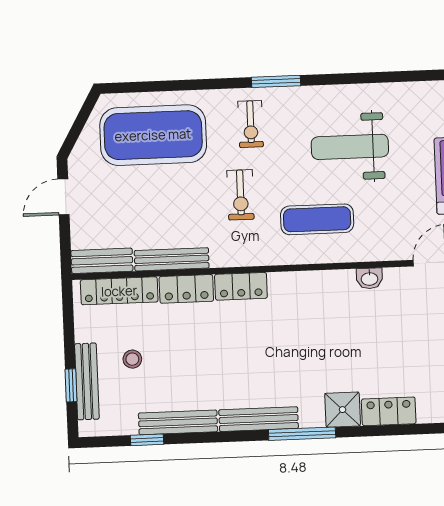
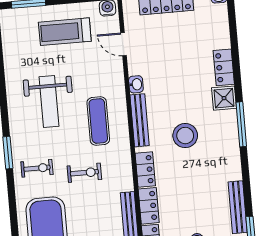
stool: (289, 349) -> (185, 136), added
bench: (259, 419) -> (140, 120), moved

